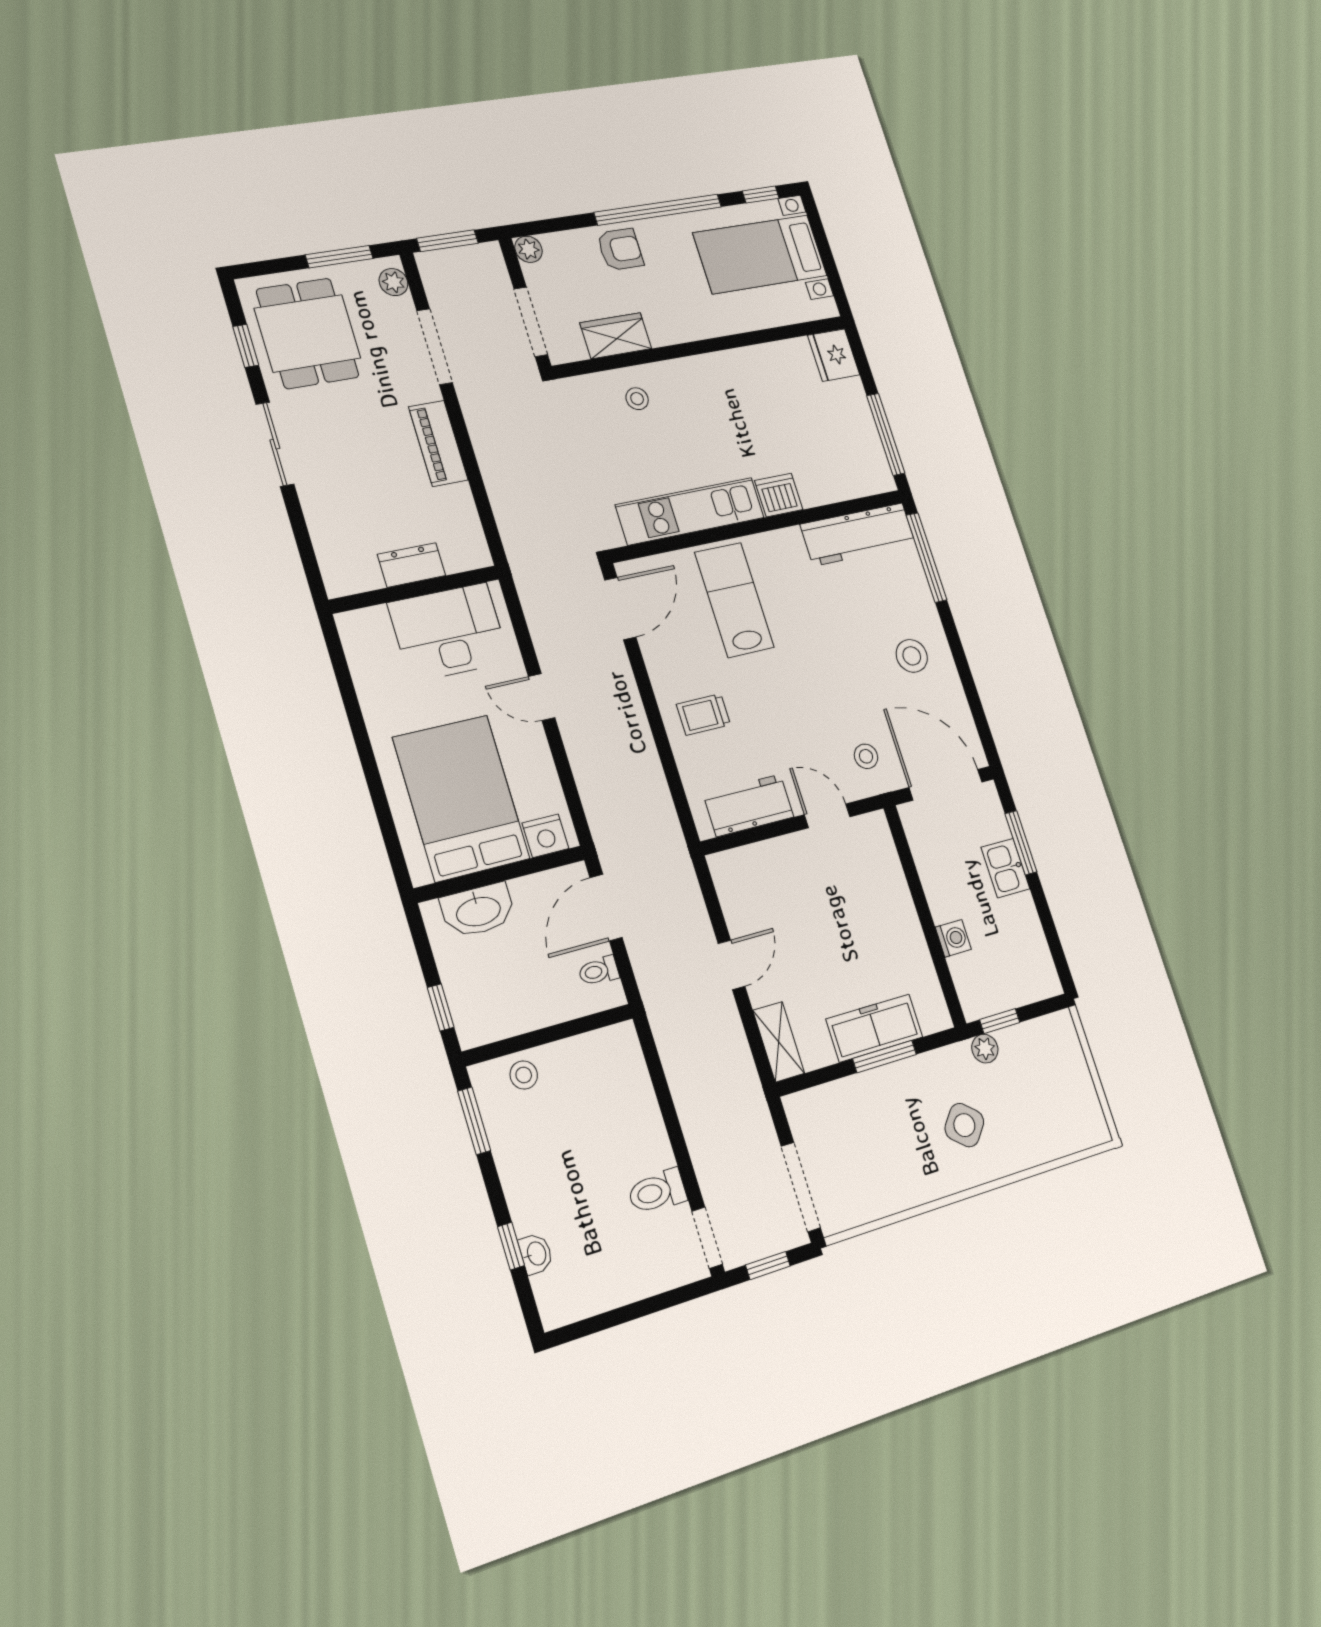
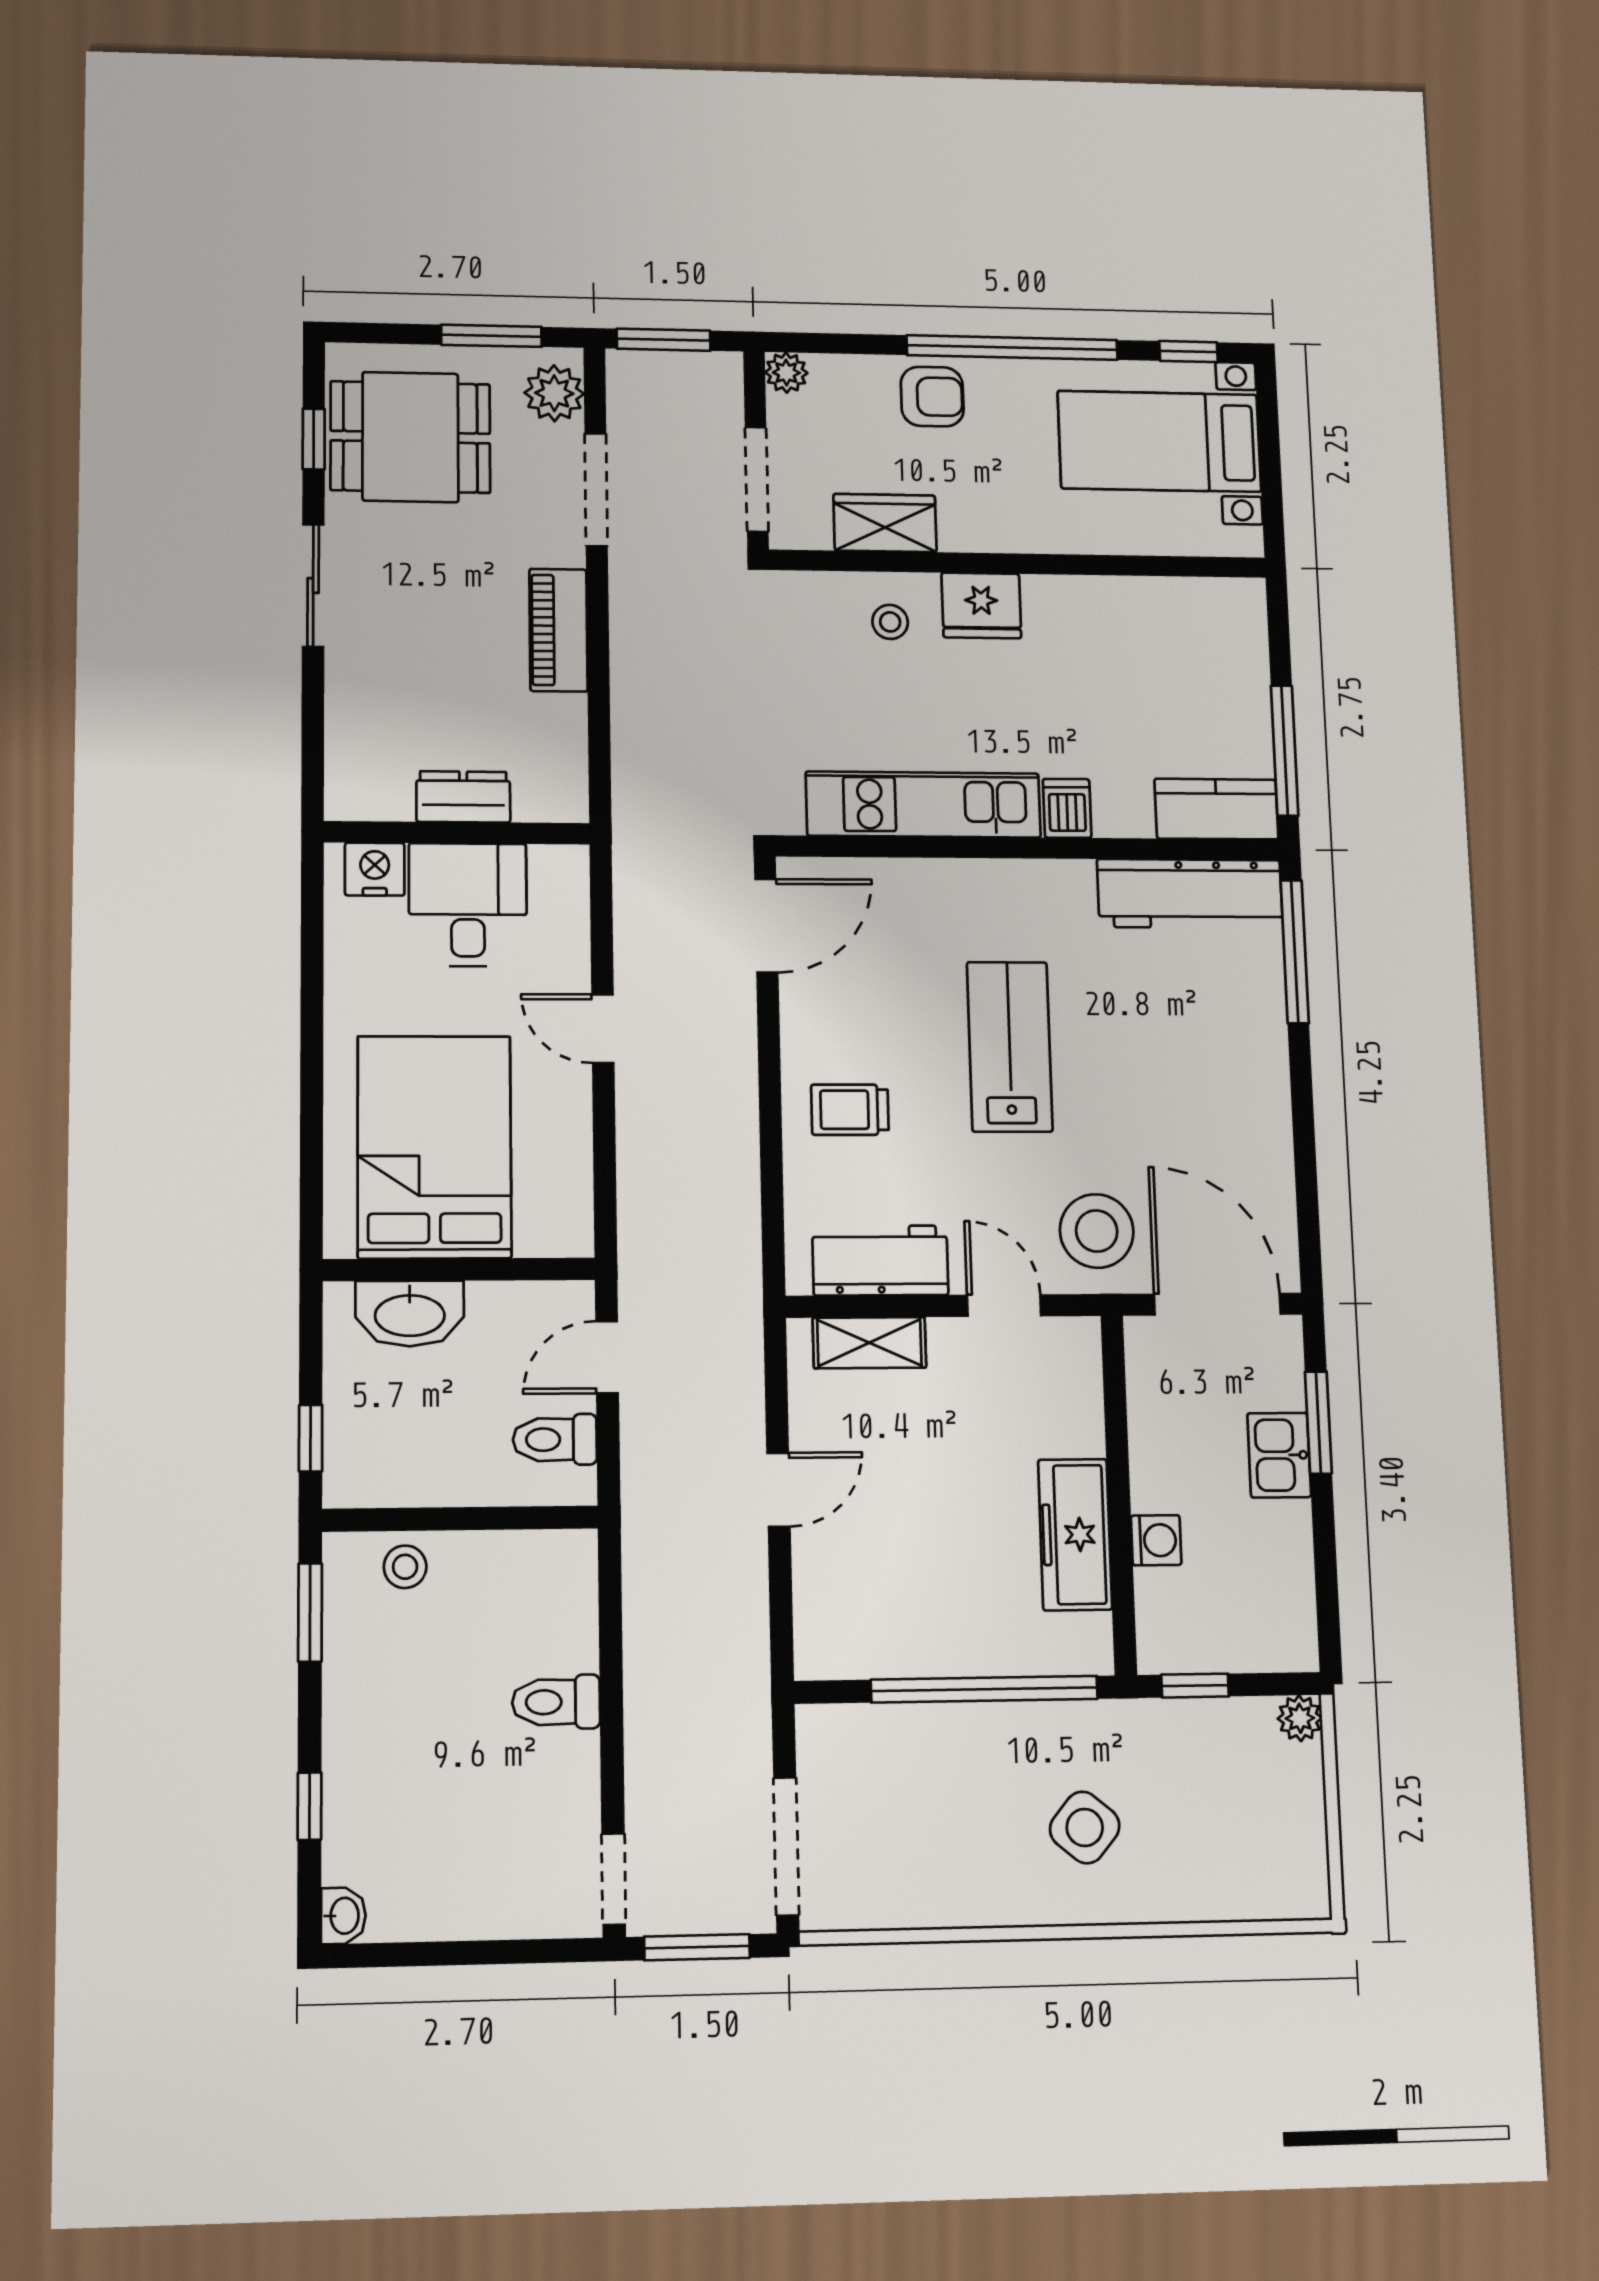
plant: (393, 282) -> (554, 393), width x1.38, depth x1.38
dining table: (308, 333) -> (410, 437), turned 90
fridge: (834, 355) -> (981, 605), moved, turned -90
kitchen counter: (858, 479) -> (1216, 809), added
dishwasher: (779, 495) -> (1067, 808), width x0.73
lab bench: (734, 600) -> (1010, 1047), moved
desk: (449, 632) -> (468, 905), width x0.73
stool: (912, 656) -> (1222, 1096), removed
stool: (866, 756) -> (1097, 1231), width x1.89, depth x1.89
nightstand: (545, 836) -> (375, 869), moved, turned 180
door: (606, 908) -> (607, 1357), width x0.73
toilet: (599, 971) -> (555, 1440), width x1.37, depth x1.39
freezer: (874, 1028) -> (1075, 1534), moved, turned -90
shelving: (779, 1042) -> (869, 1343), moved, turned 90
plant: (985, 1049) -> (1300, 1718), moved
window: (885, 1057) -> (984, 1689), width x2.11
toilet: (657, 1191) -> (556, 1702), moved
washbasin: (536, 1254) -> (343, 1916), moved
window: (768, 1265) -> (697, 1947), width x1.50

